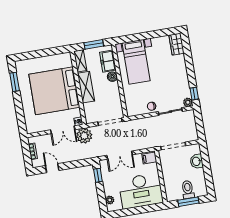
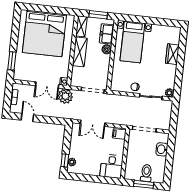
wardrobe: (177, 44) -> (172, 54), moved
window: (15, 82) -> (12, 61), moved
bed: (54, 91) -> (44, 33), moved, turned -90
window: (194, 94) -> (178, 86), removed
window: (98, 175) -> (65, 160), moved
desk: (141, 191) -> (112, 166), width x0.53, depth x0.77

